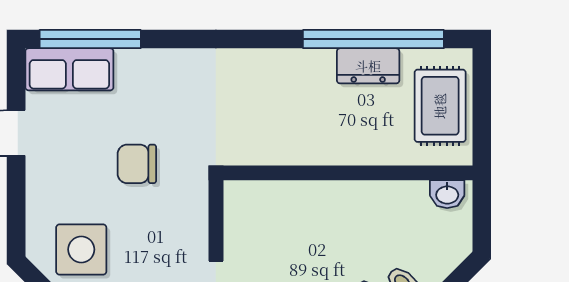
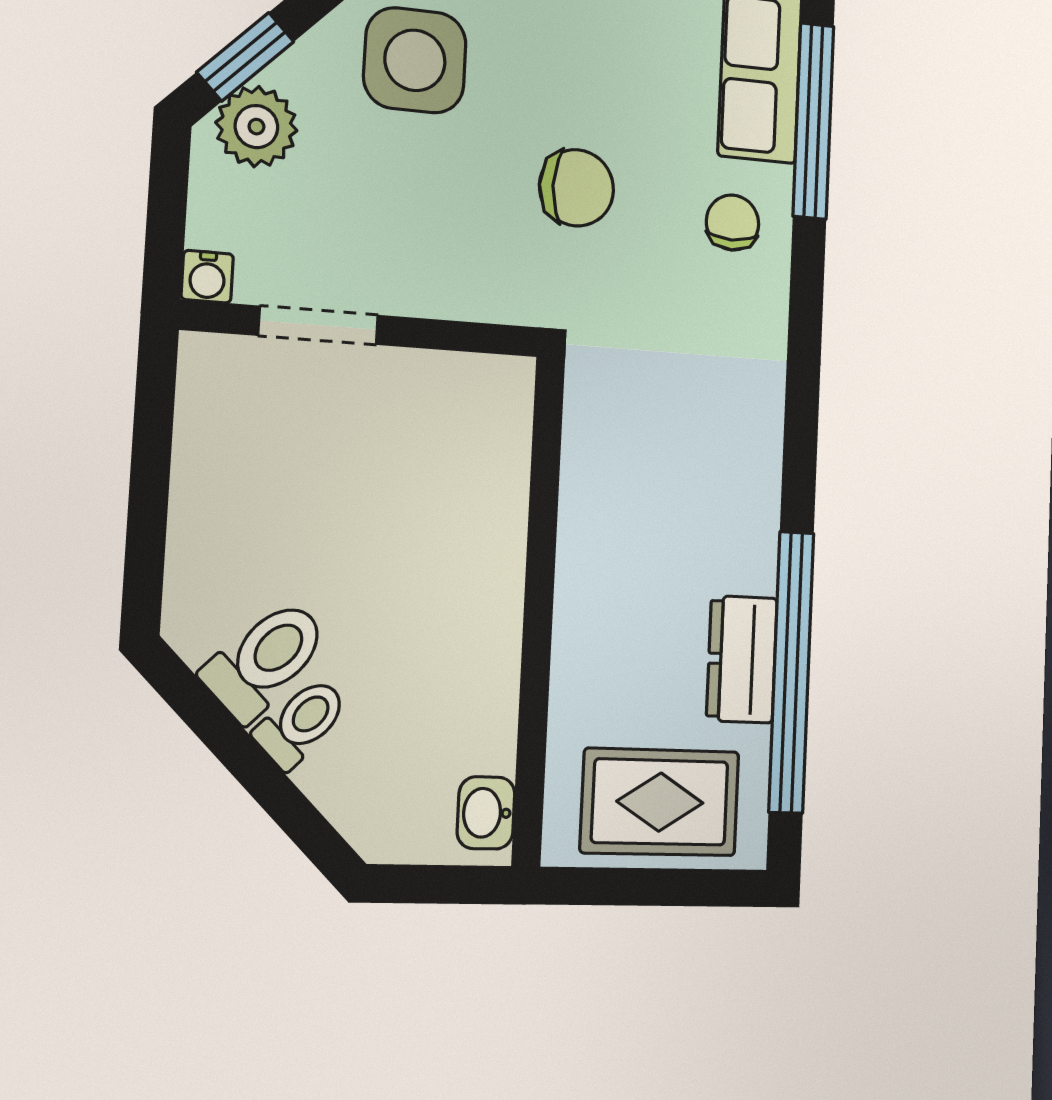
chair: (147, 81) -> (732, 223), added
chair: (137, 164) -> (577, 188), turned 90

